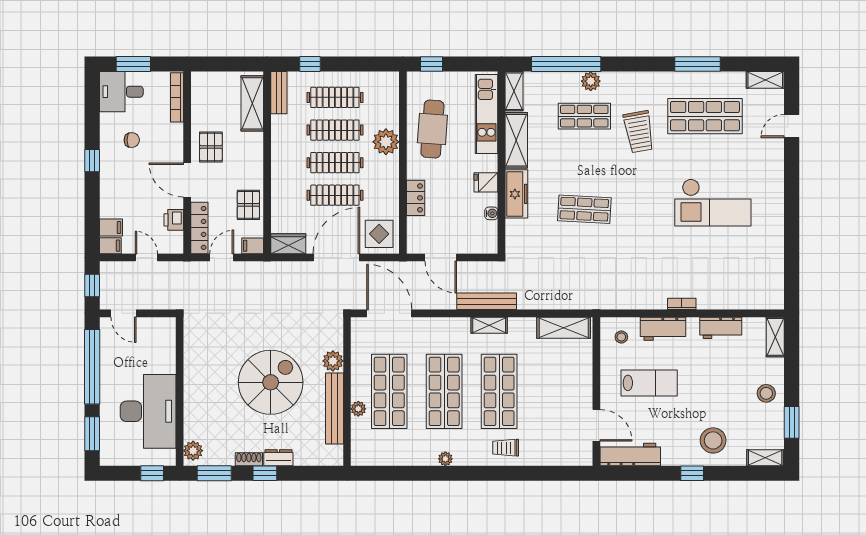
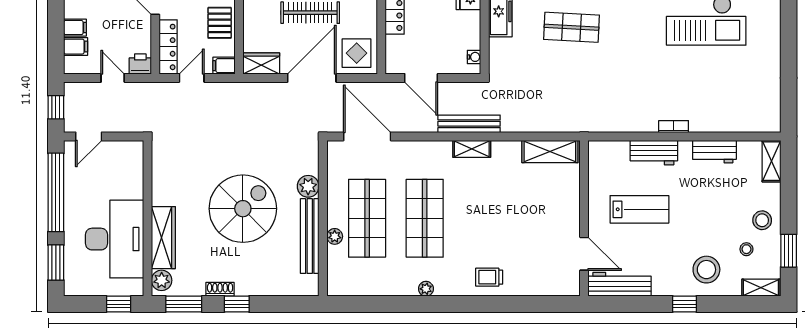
water cooler: (491, 213) -> (474, 57), moved
printer: (174, 220) -> (140, 64), moved, turned 90
filing cabinet: (110, 246) -> (75, 28), moved
door: (123, 313) -> (89, 136), hinge flipped
stool: (621, 337) -> (746, 249), moved
shop shelf: (499, 391) -> (482, 218), removed
wardrobe: (195, 410) -> (163, 238), added
dresser: (278, 458) -> (251, 288), removed

